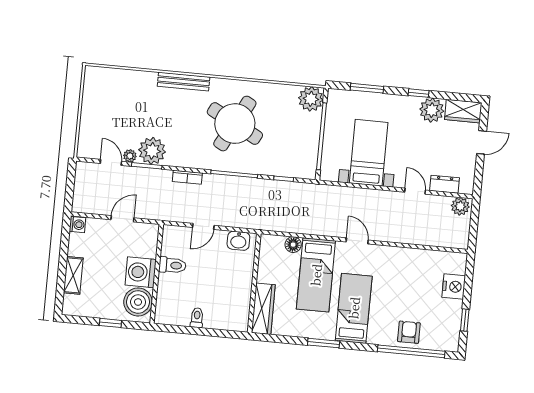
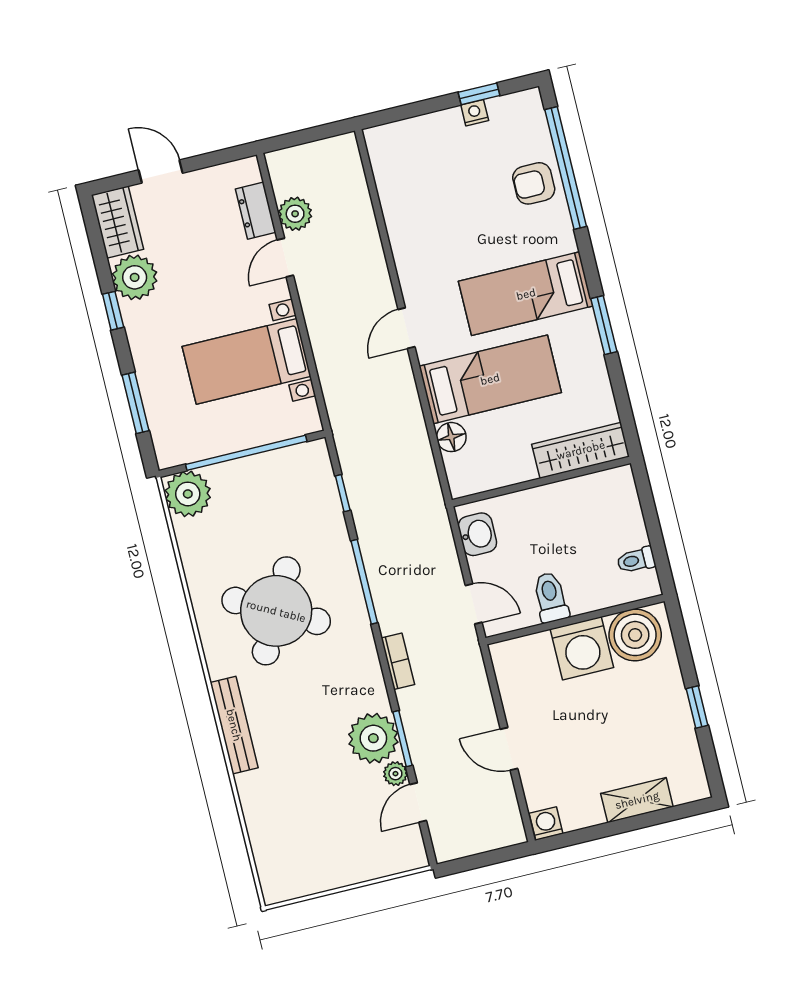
plant: (460, 206) -> (295, 214), moved
toilet: (172, 265) -> (551, 597), moved
washing machine: (141, 272) -> (582, 648), moved
wall: (157, 274) -> (575, 620), moved
nightstand: (454, 287) -> (475, 113), moved, width x0.53, depth x0.56
boiler: (138, 302) -> (635, 635), moved

